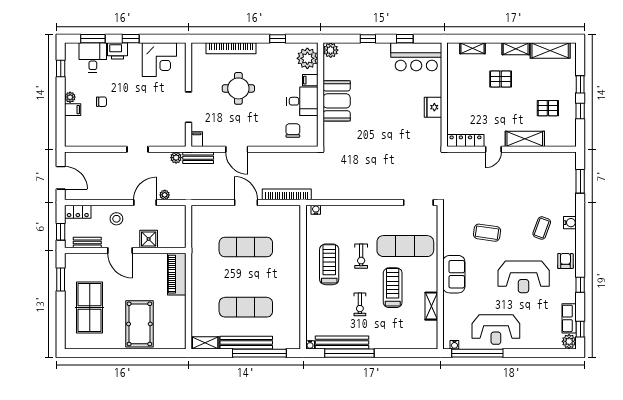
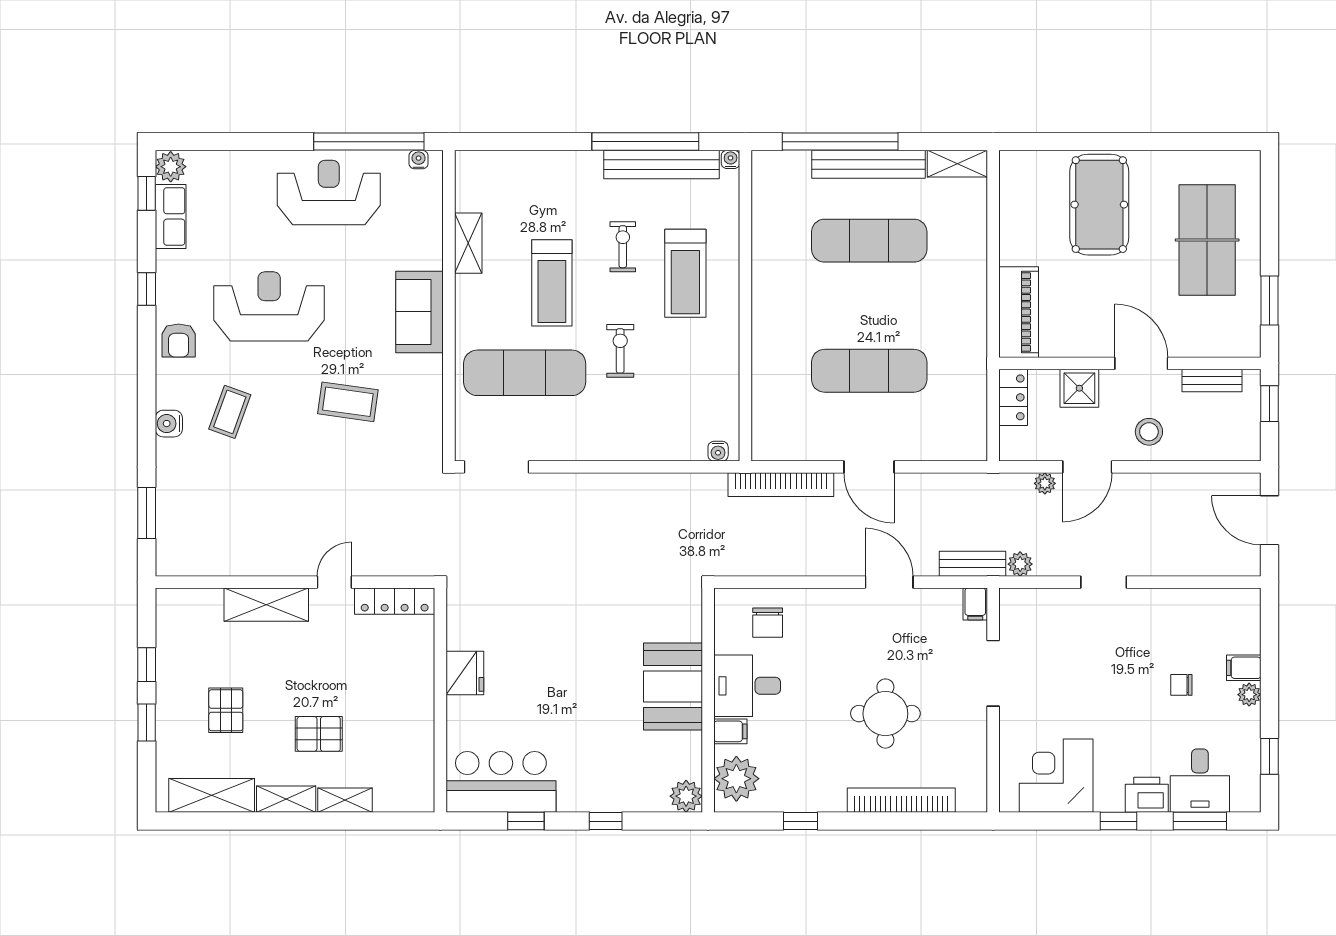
shelving: (472, 48) -> (345, 800), moved
pallet: (548, 108) -> (226, 710), moved, turned 90
locker: (78, 212) -> (1013, 397), moved, turned 90
treadmill: (329, 264) -> (685, 273), moved

